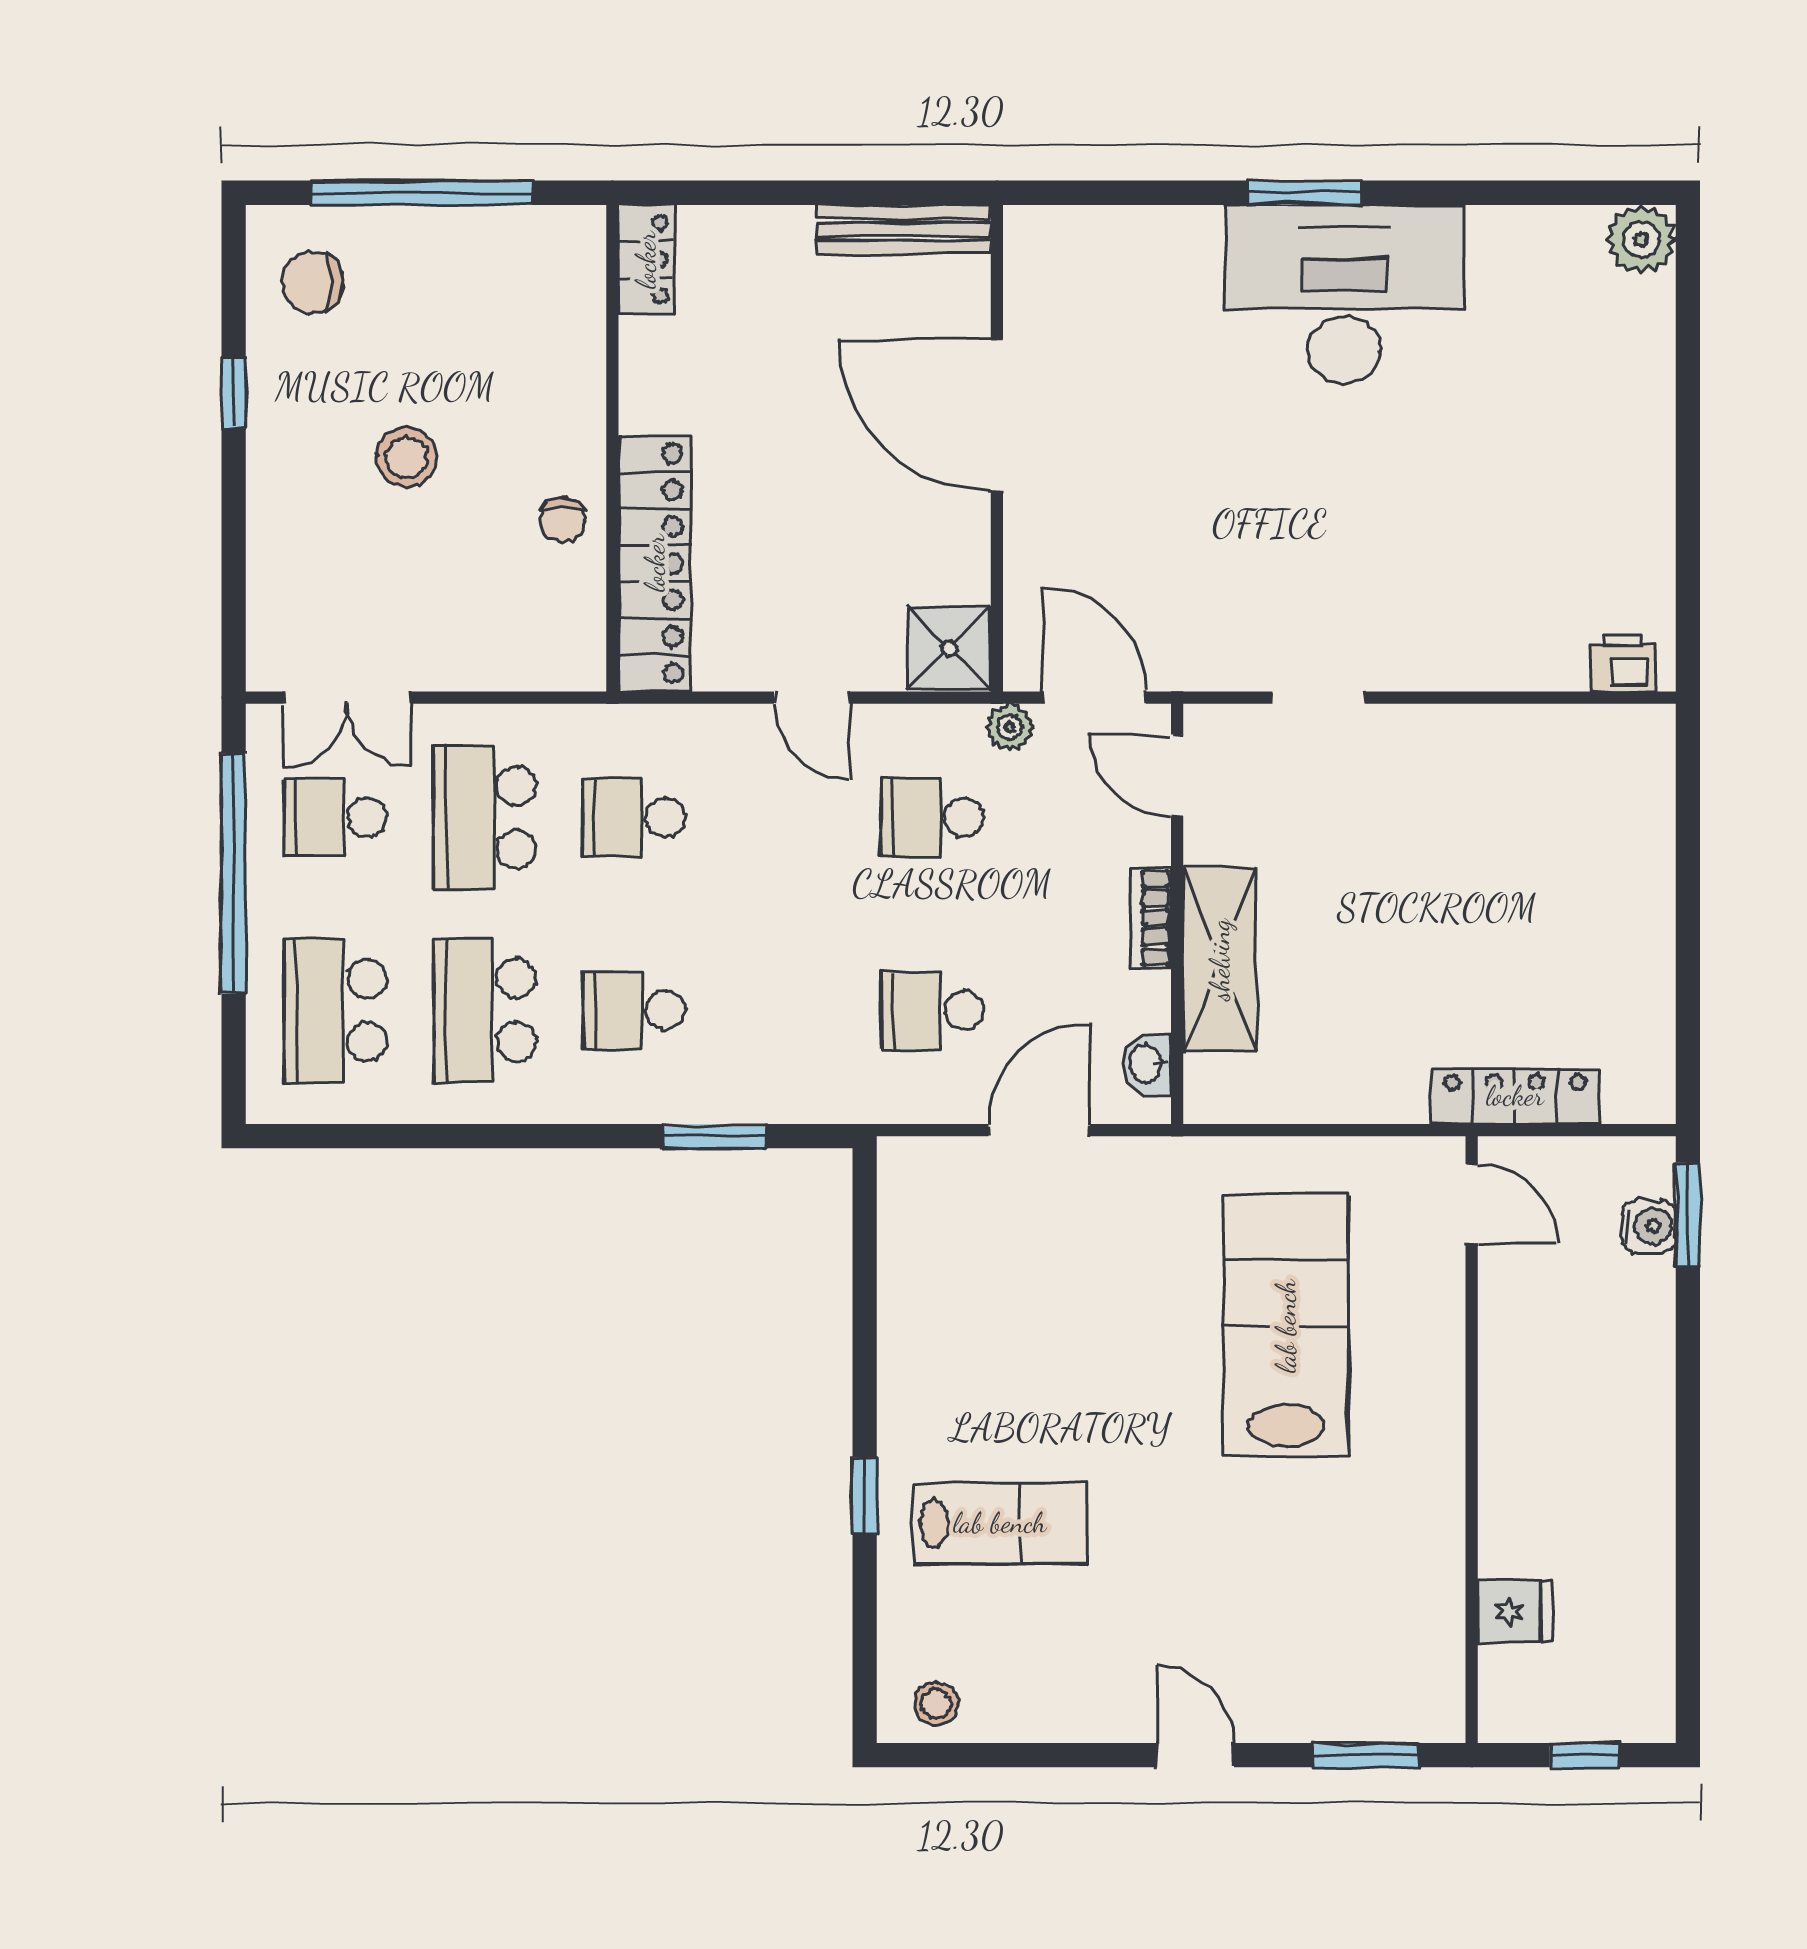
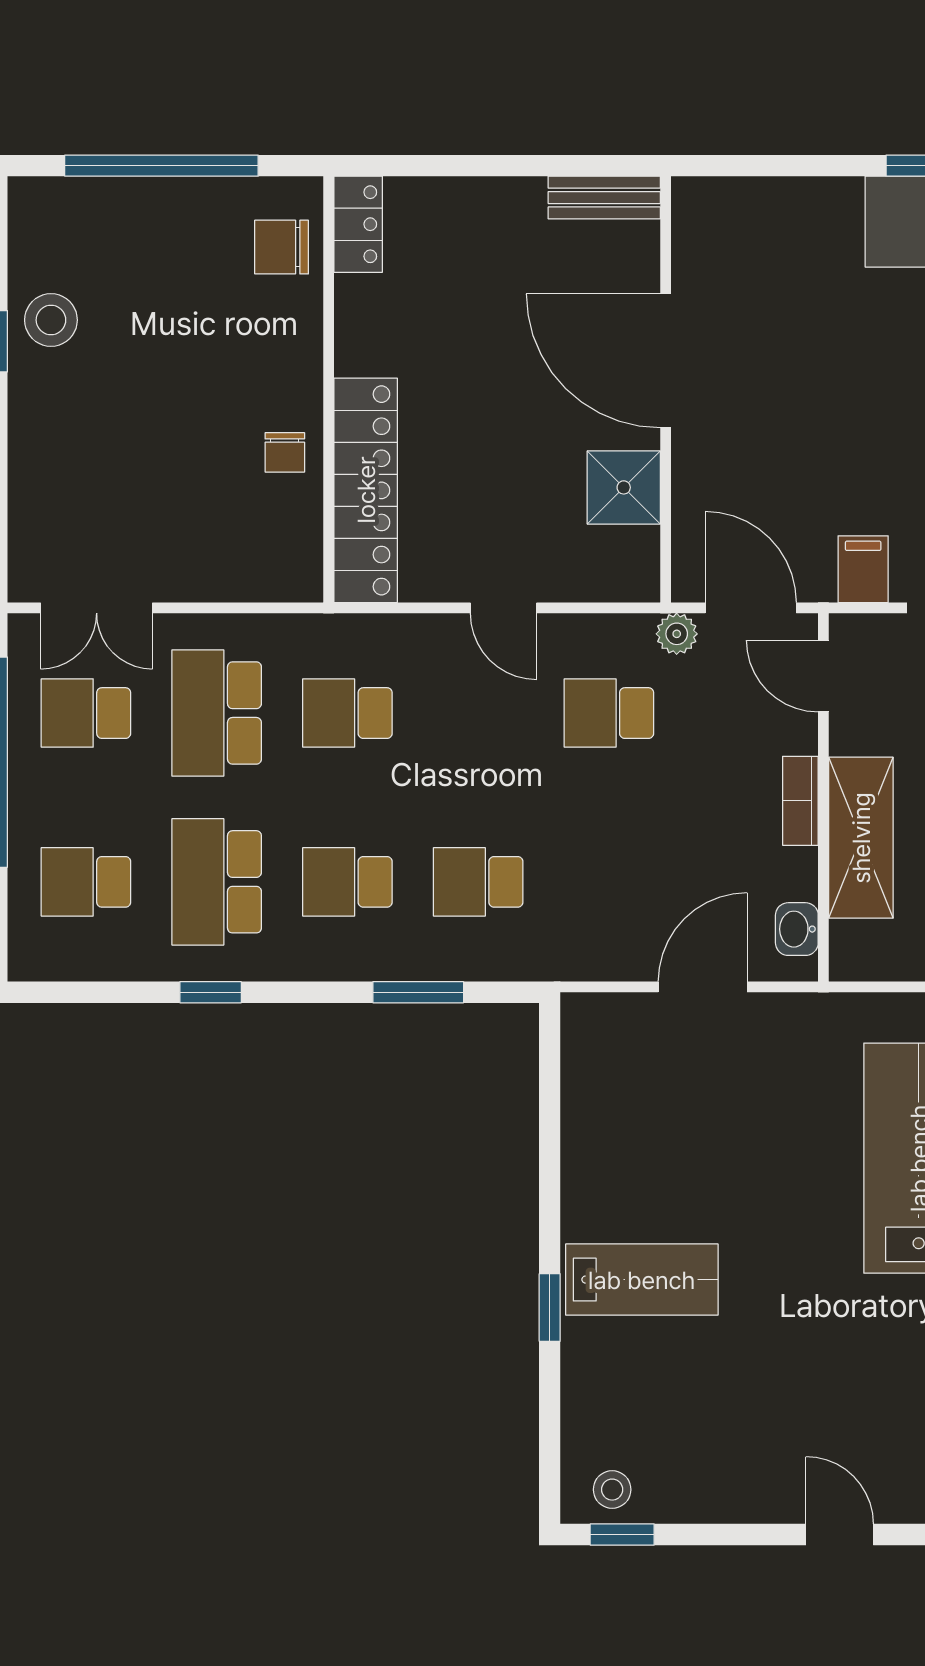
bench: (904, 229) -> (604, 198), width x0.73
chair: (313, 282) -> (282, 247), moved
stool: (406, 458) -> (51, 320), moved
shower: (949, 648) -> (624, 487), moved
filing cabinet: (1222, 653) -> (863, 569), added
school desk: (335, 1010) -> (86, 882), width x0.54
school desk: (932, 1010) -> (478, 882), moved
window: (478, 1136) -> (211, 992), added
lab bench: (1000, 1523) -> (642, 1280), moved
window: (947, 1755) -> (622, 1535), added

